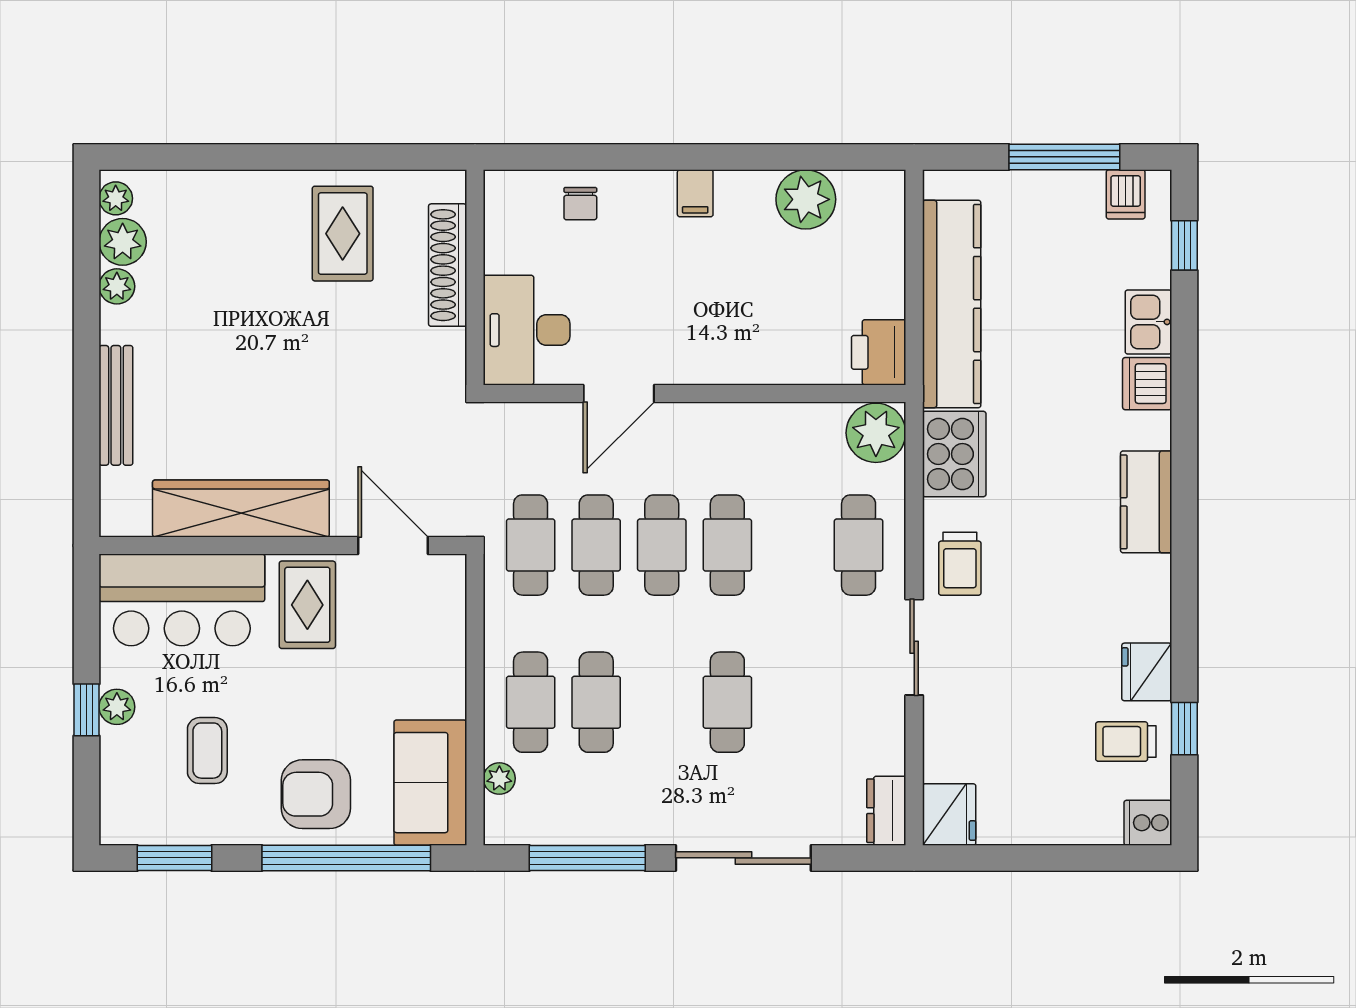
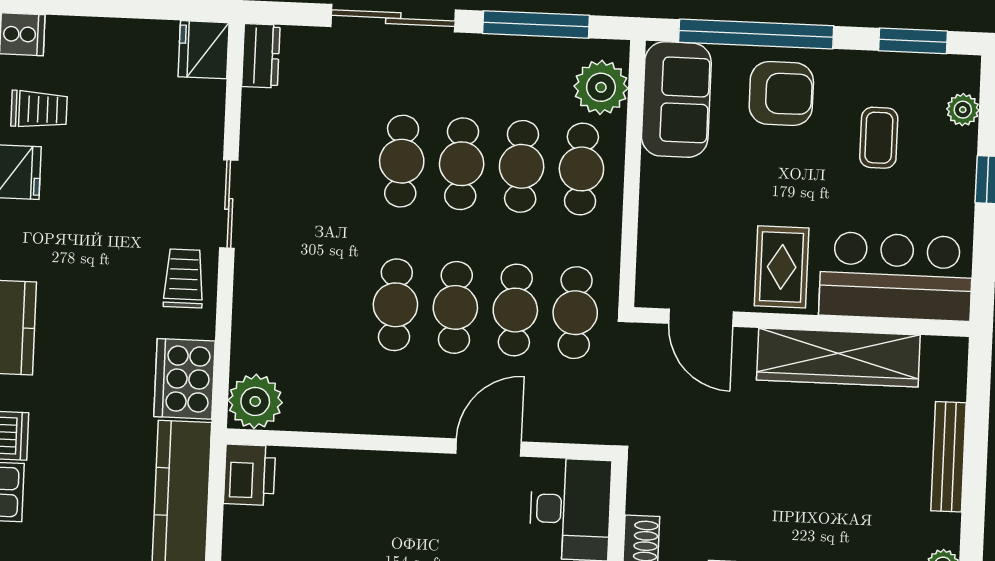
cafe table: (859, 545) -> (462, 164), moved
plant: (117, 707) -> (963, 110), moved
plant: (499, 778) -> (601, 87), width x1.88, depth x1.88

